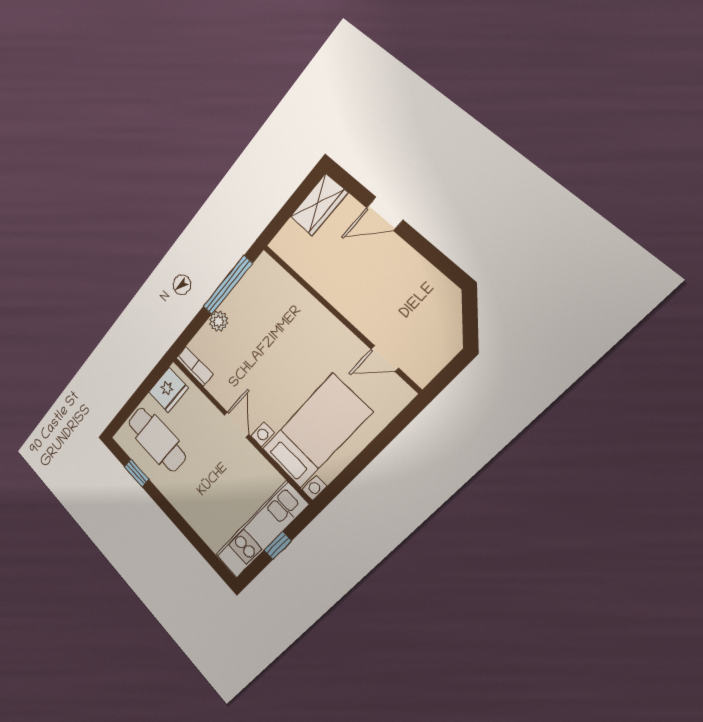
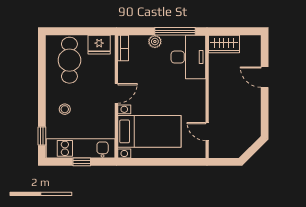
wardrobe: (319, 205) -> (224, 44), moved
desk: (271, 296) -> (188, 57), added
window: (136, 473) -> (42, 136), moved
stool: (203, 500) -> (65, 109), added

